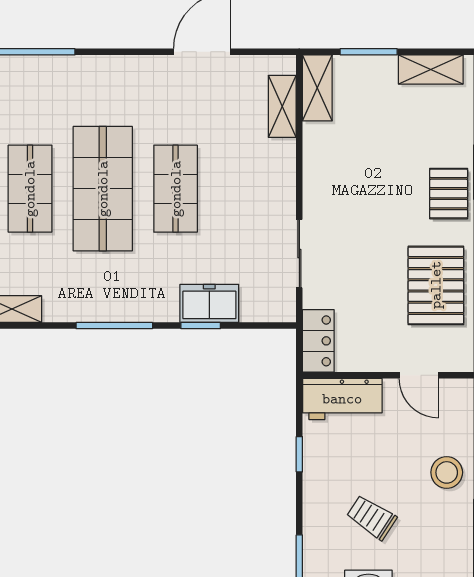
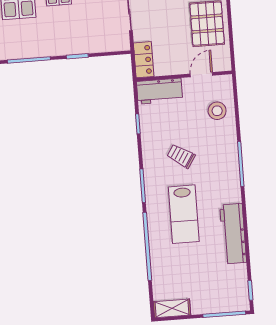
freezer: (209, 303) -> (81, 43), removed
door: (419, 375) -> (201, 75), swing flipped
stool: (447, 472) -> (217, 111), moved

